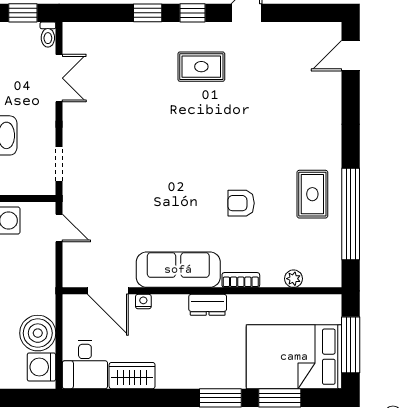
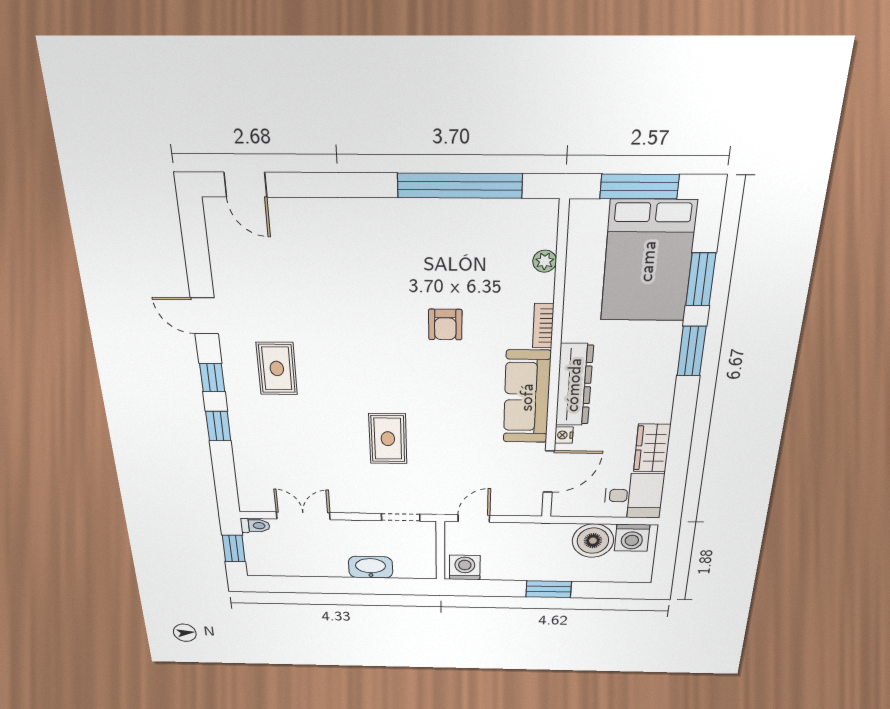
rug: (312, 194) -> (388, 439), moved, turned 90
dresser: (208, 305) -> (574, 385), width x1.96, depth x1.24

